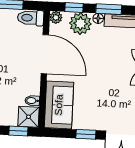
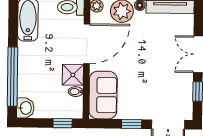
door: (45, 54) -> (87, 44), hinge flipped
shower: (29, 117) -> (73, 75), moved

